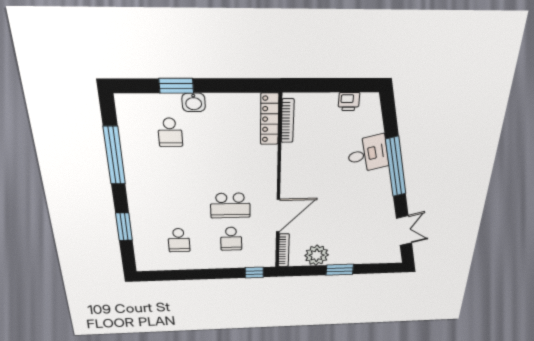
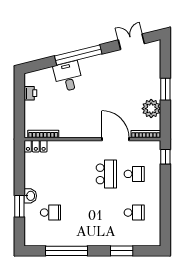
locker: (270, 119) -> (36, 146), width x0.66

